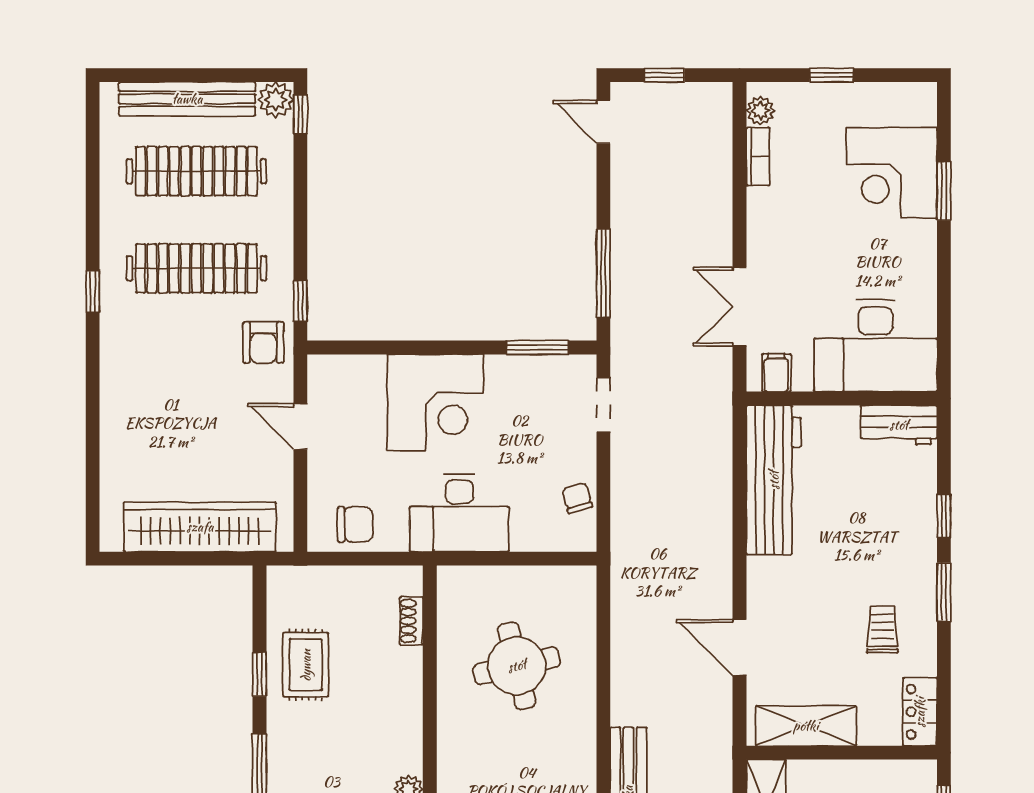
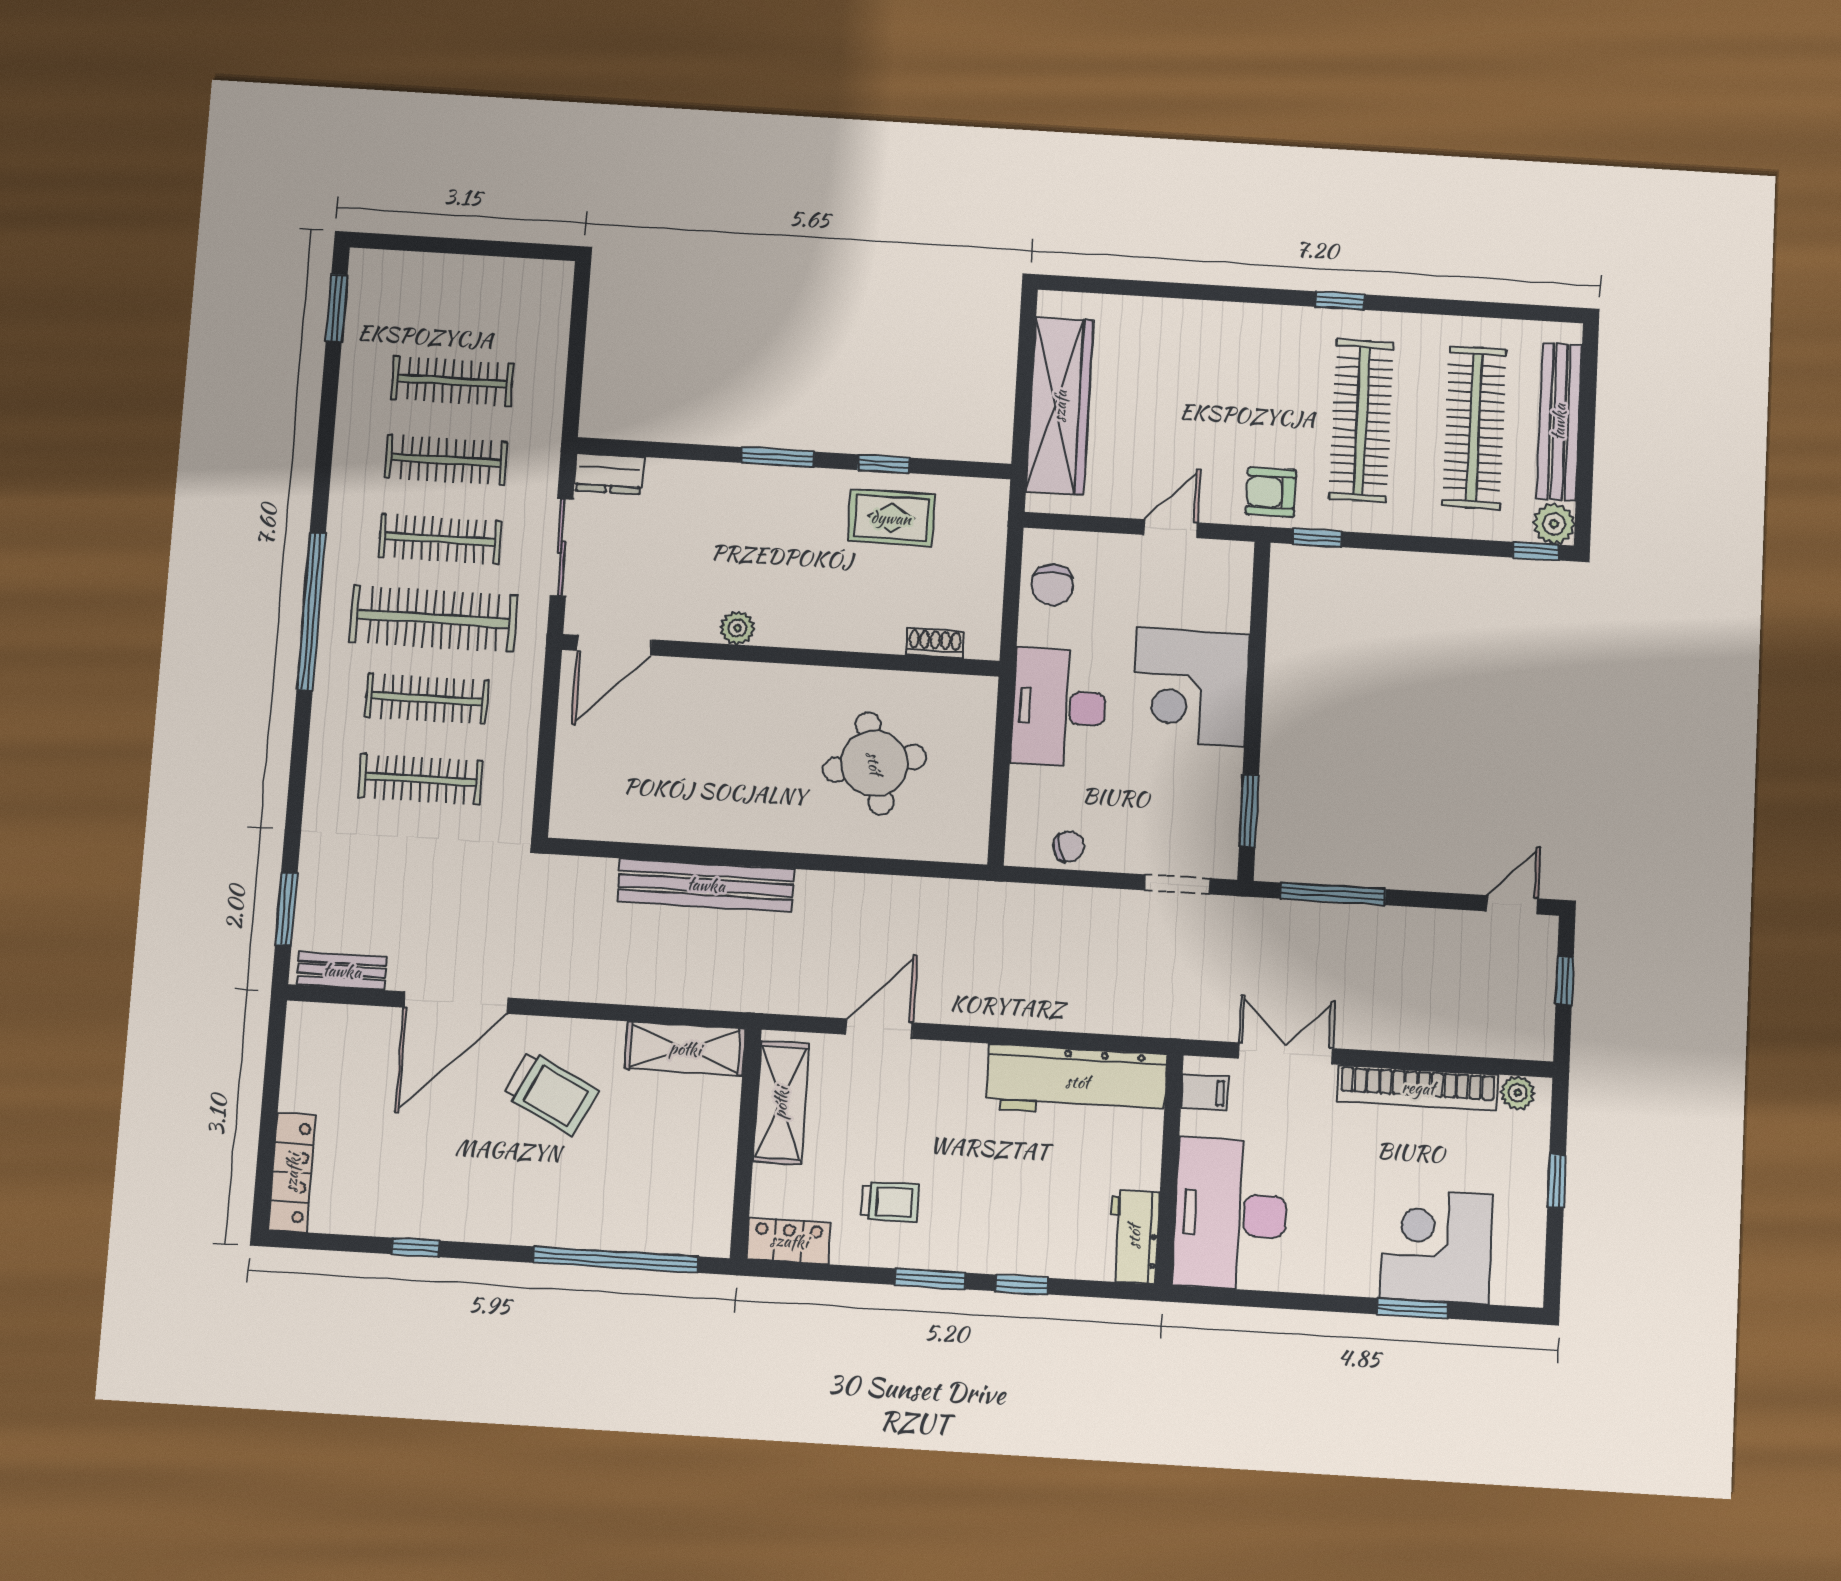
bookcase: (758, 156) -> (1418, 1088), width x2.31, depth x1.31

